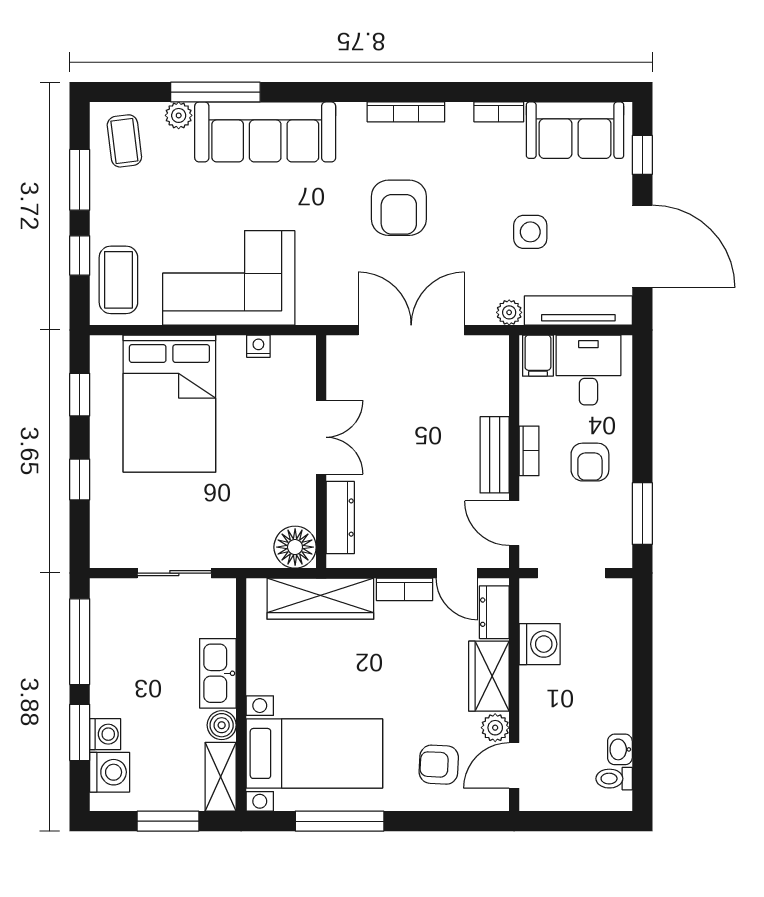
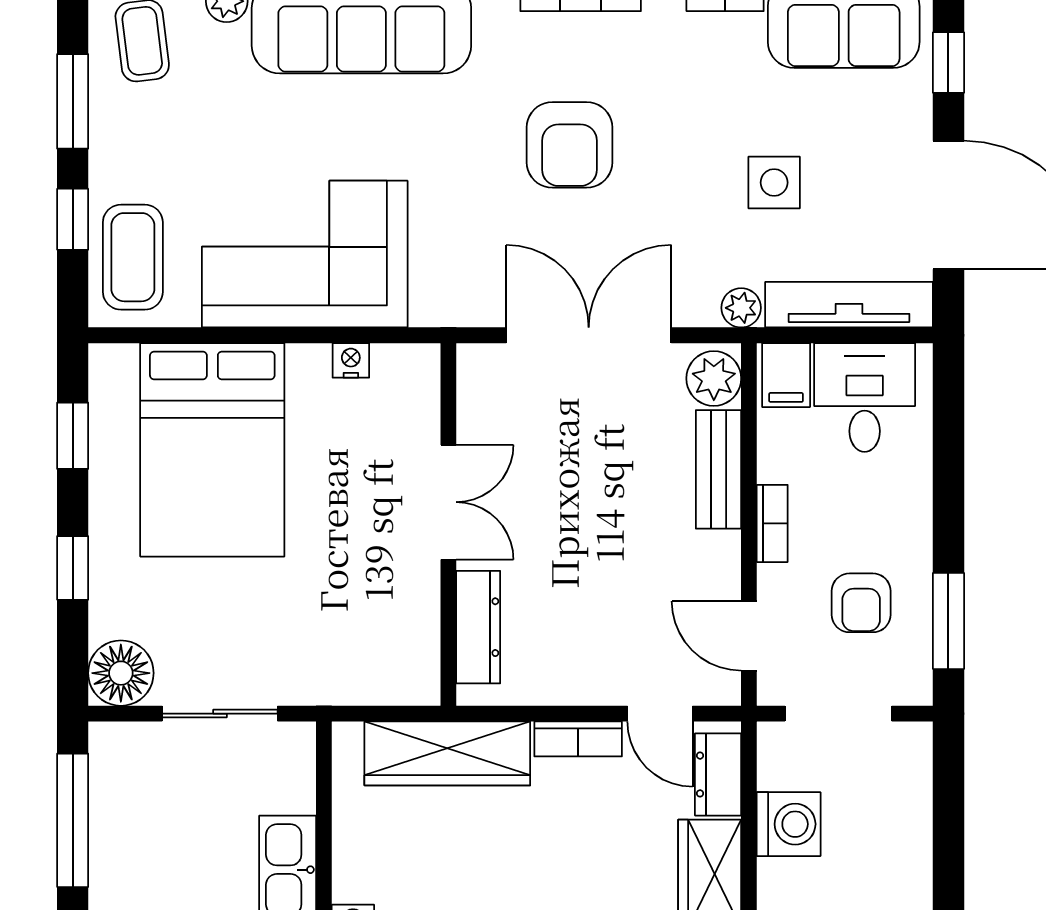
plant: (492, 358) -> (714, 378), added
bench: (495, 455) -> (719, 469), moved
armchair: (590, 462) -> (861, 603), moved
floor lamp: (295, 547) -> (121, 673), moved

